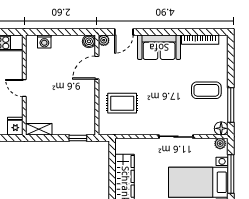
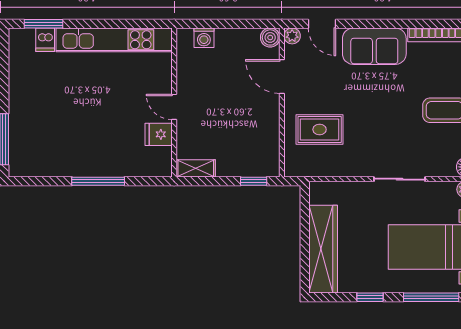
door: (124, 32) -> (322, 24), hinge flipped
door: (97, 68) -> (282, 77), hinge flipped
fridge: (15, 126) -> (159, 134), moved, turned -90

